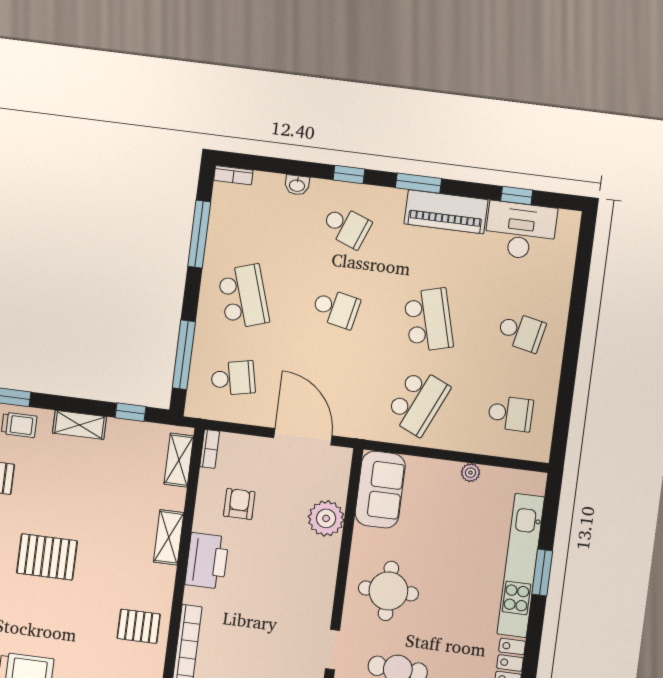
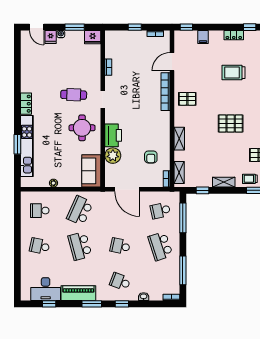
printer: (207, 561) -> (113, 135), moved, turned 180

